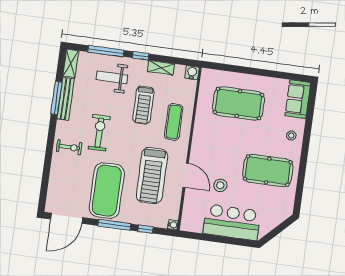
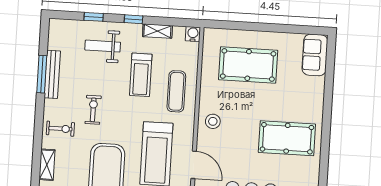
window: (106, 51) -> (94, 17), width x0.46
shelving: (71, 63) -> (47, 165), moved
exercise bike: (99, 133) -> (93, 110), width x0.73, depth x0.72
stool: (291, 135) -> (311, 97), removed
door: (186, 175) -> (194, 165), moved
stool: (220, 185) -> (213, 121), moved

